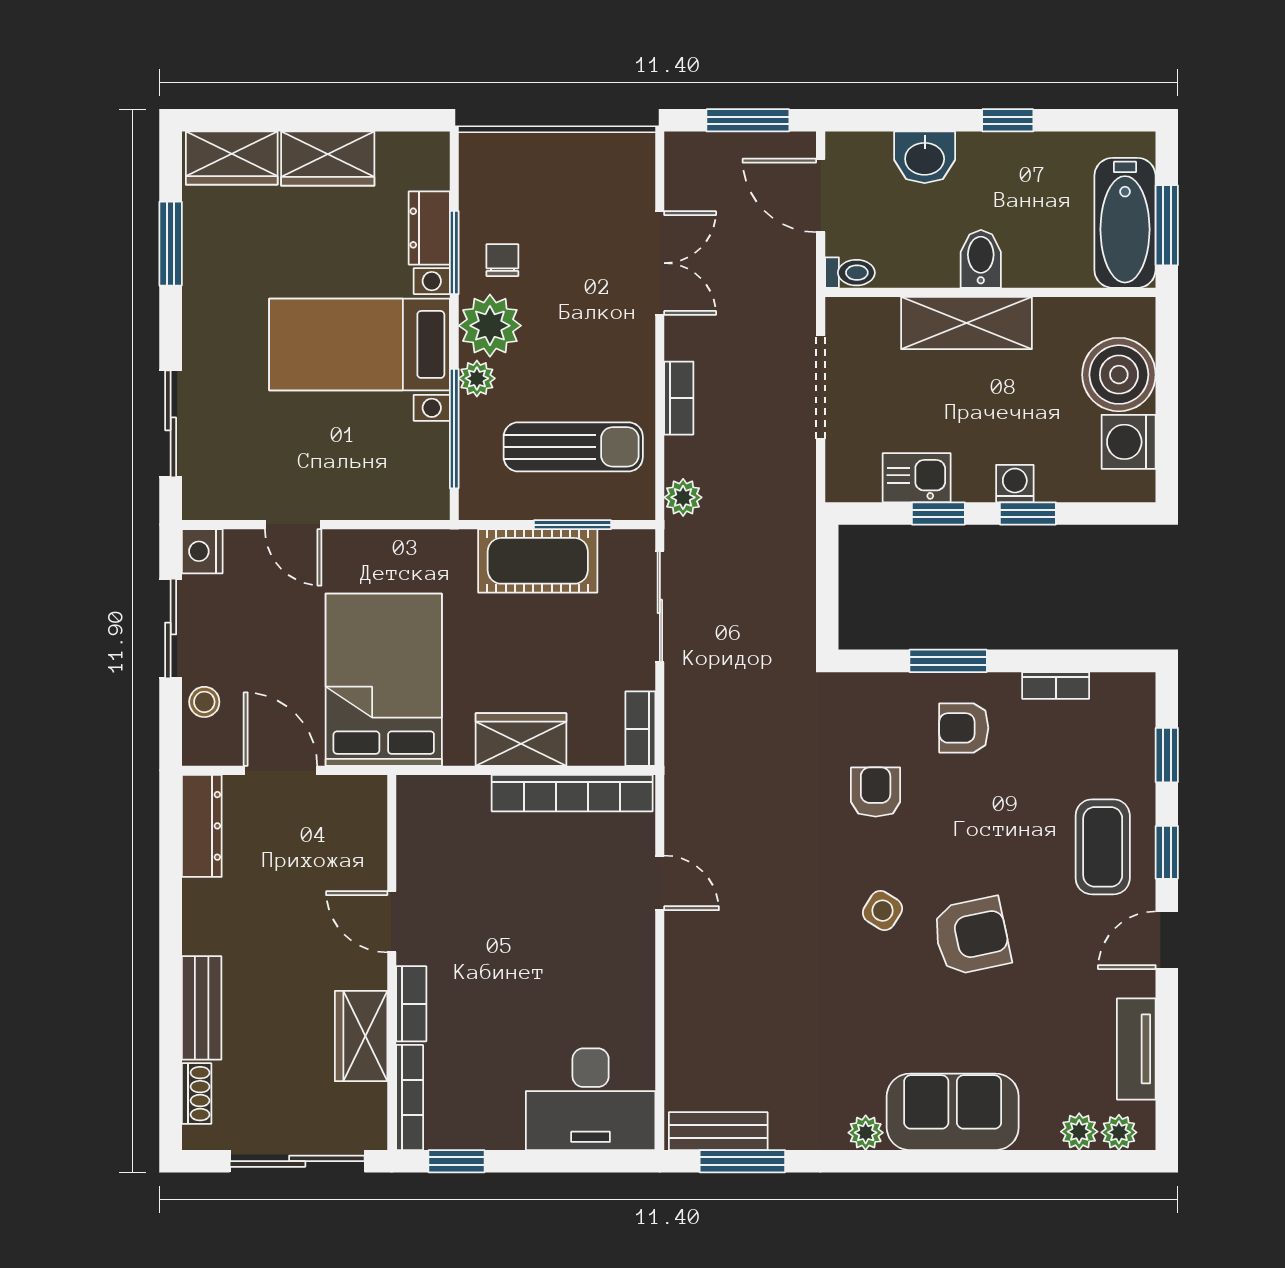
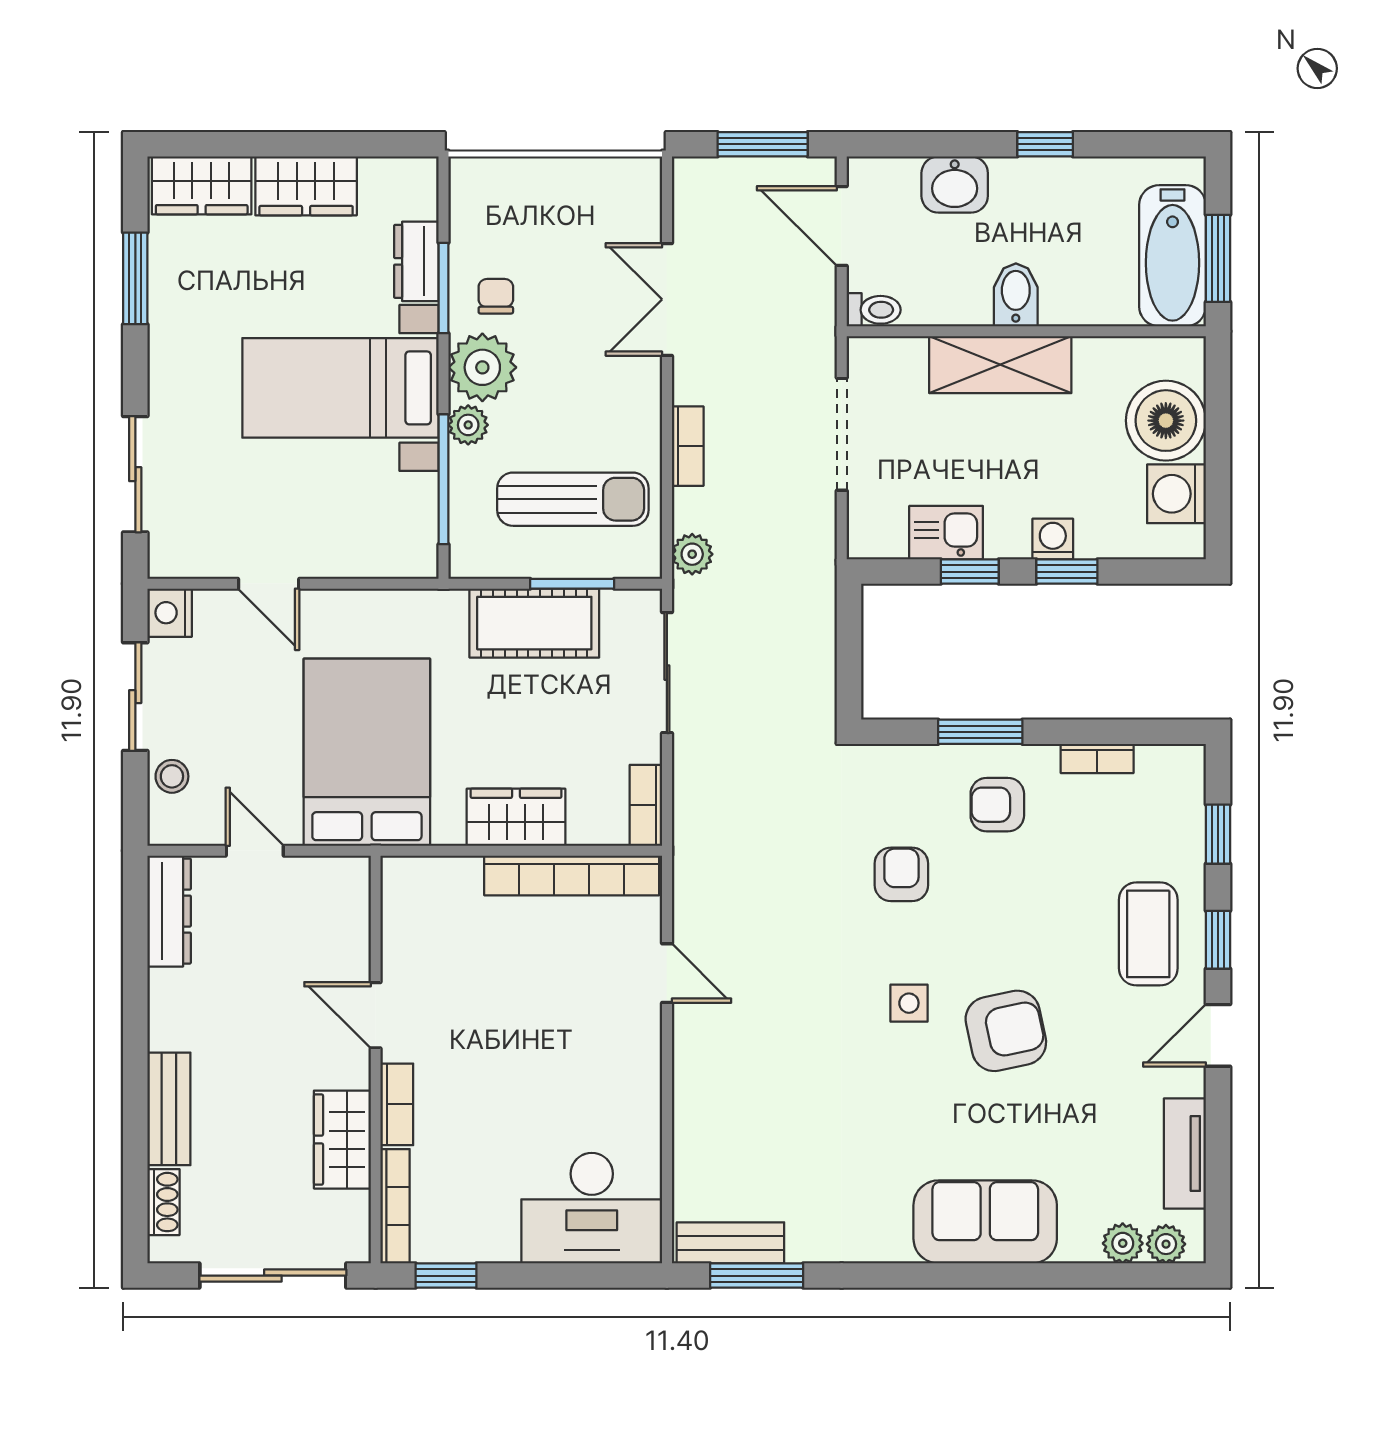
double door: (660, 263) -> (667, 299), swing flipped
door: (280, 770) -> (255, 851), width x0.73
side table: (882, 911) -> (909, 1003), turned -32
plant: (866, 1133) -> (891, 1244), removed

